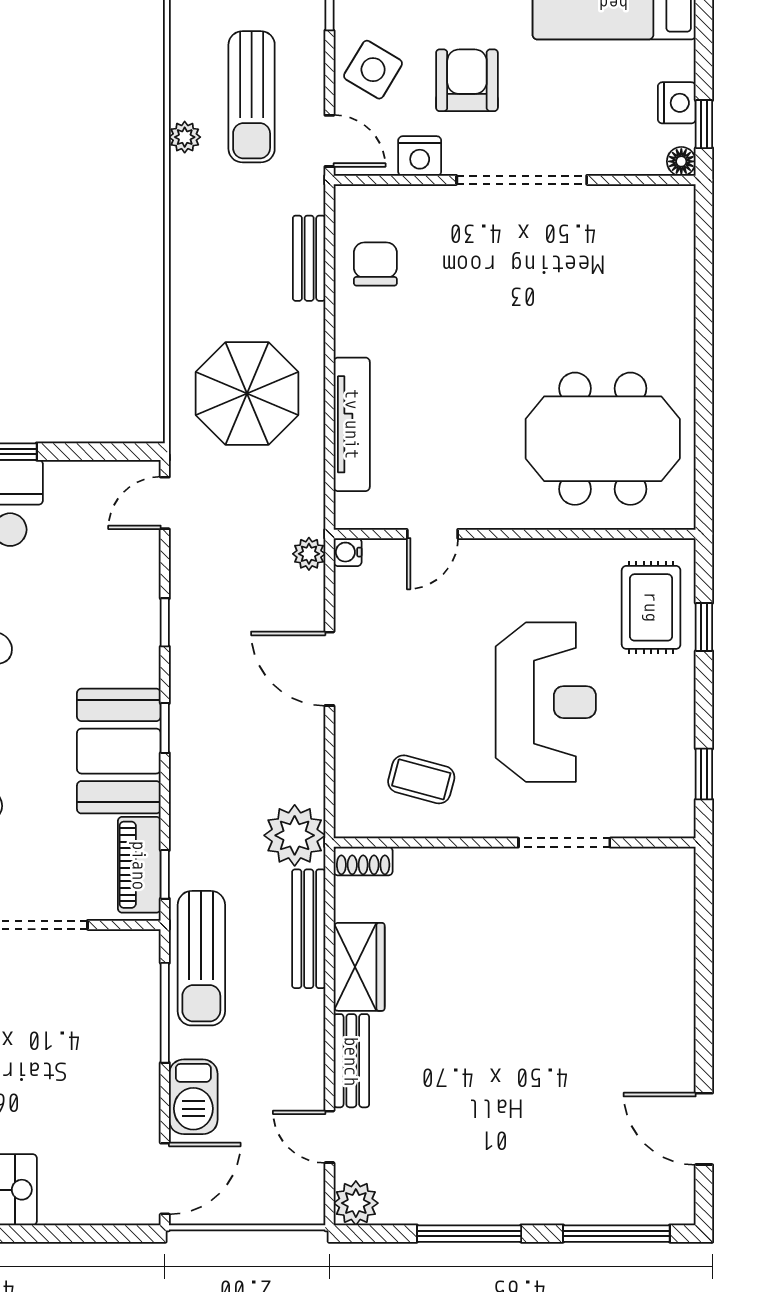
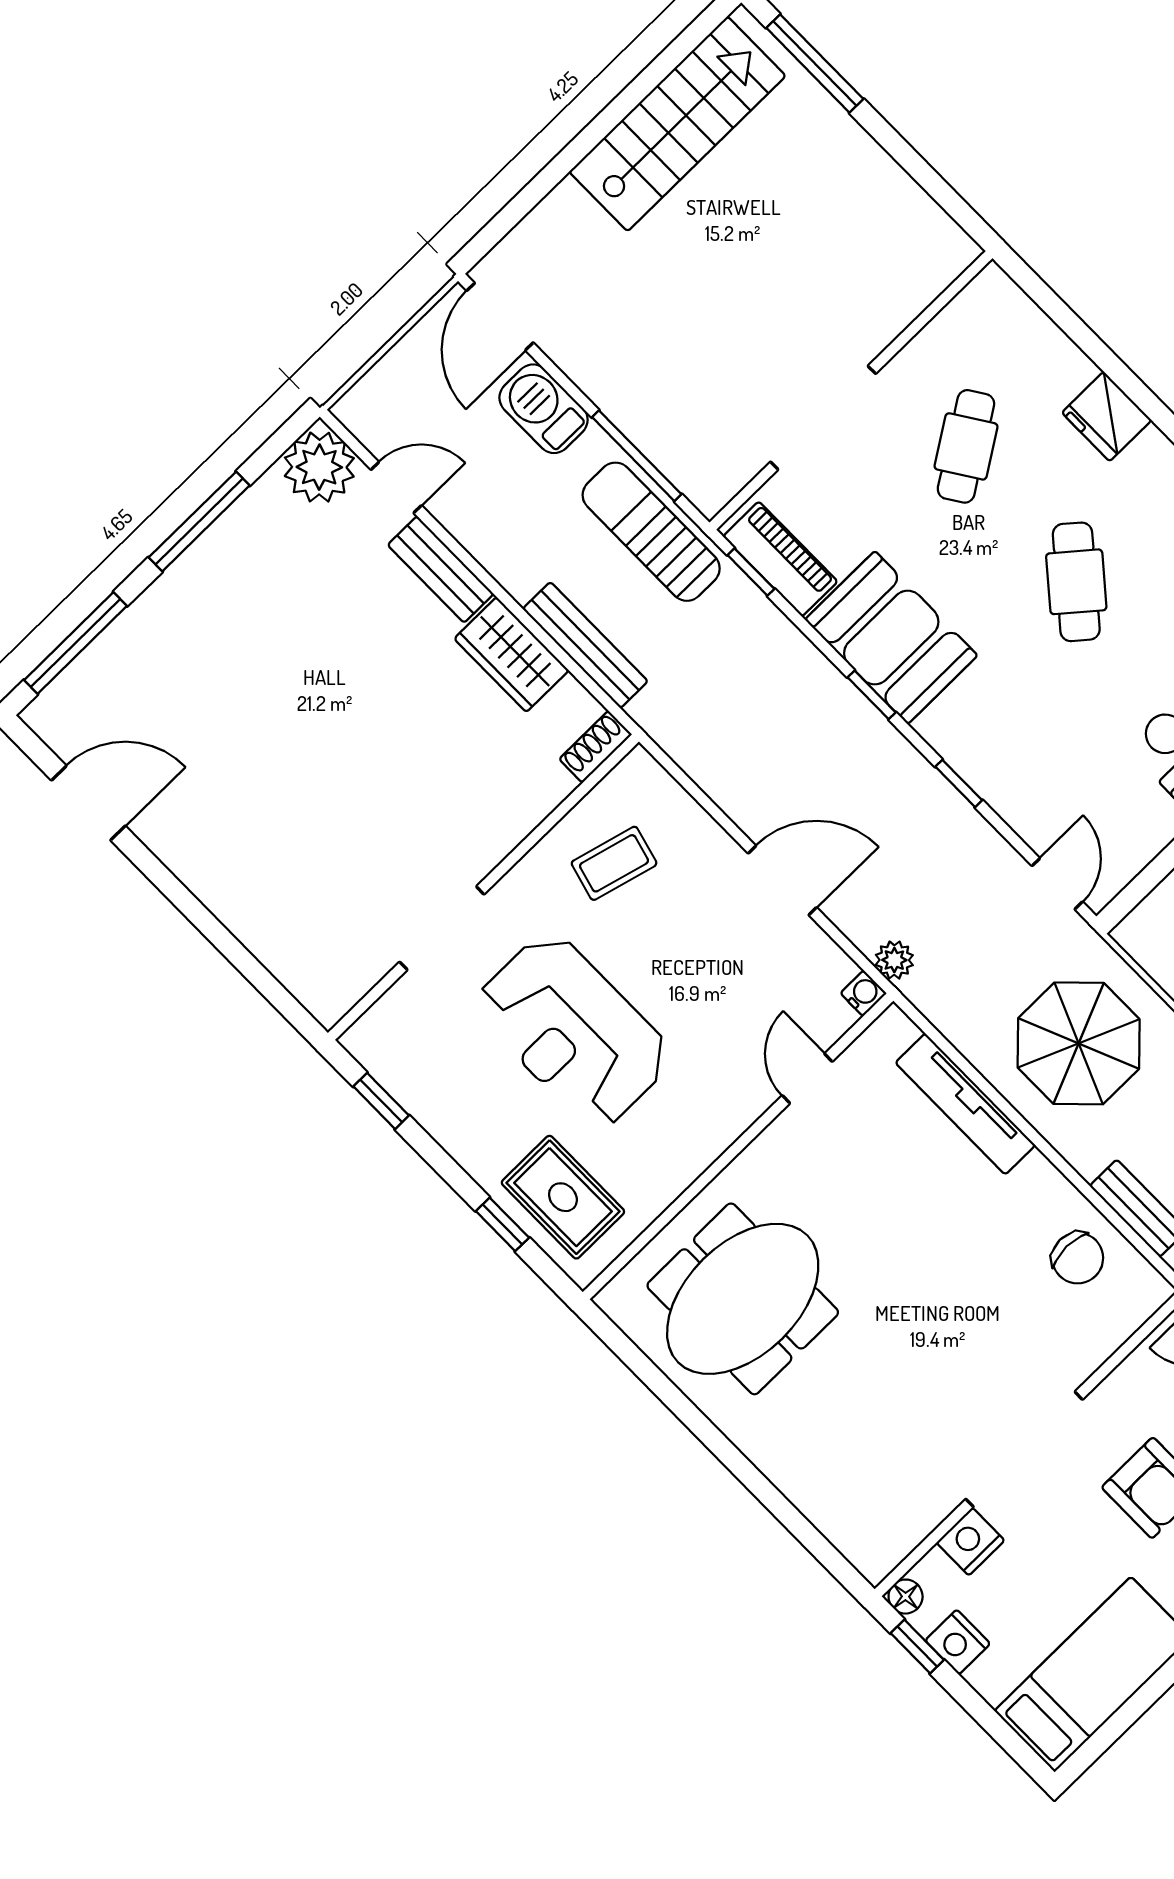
nightstand: (420, 156) -> (970, 1542), moved
plant: (295, 835) -> (674, 712), removed
plant: (356, 1203) -> (319, 467), width x1.36, depth x1.36

